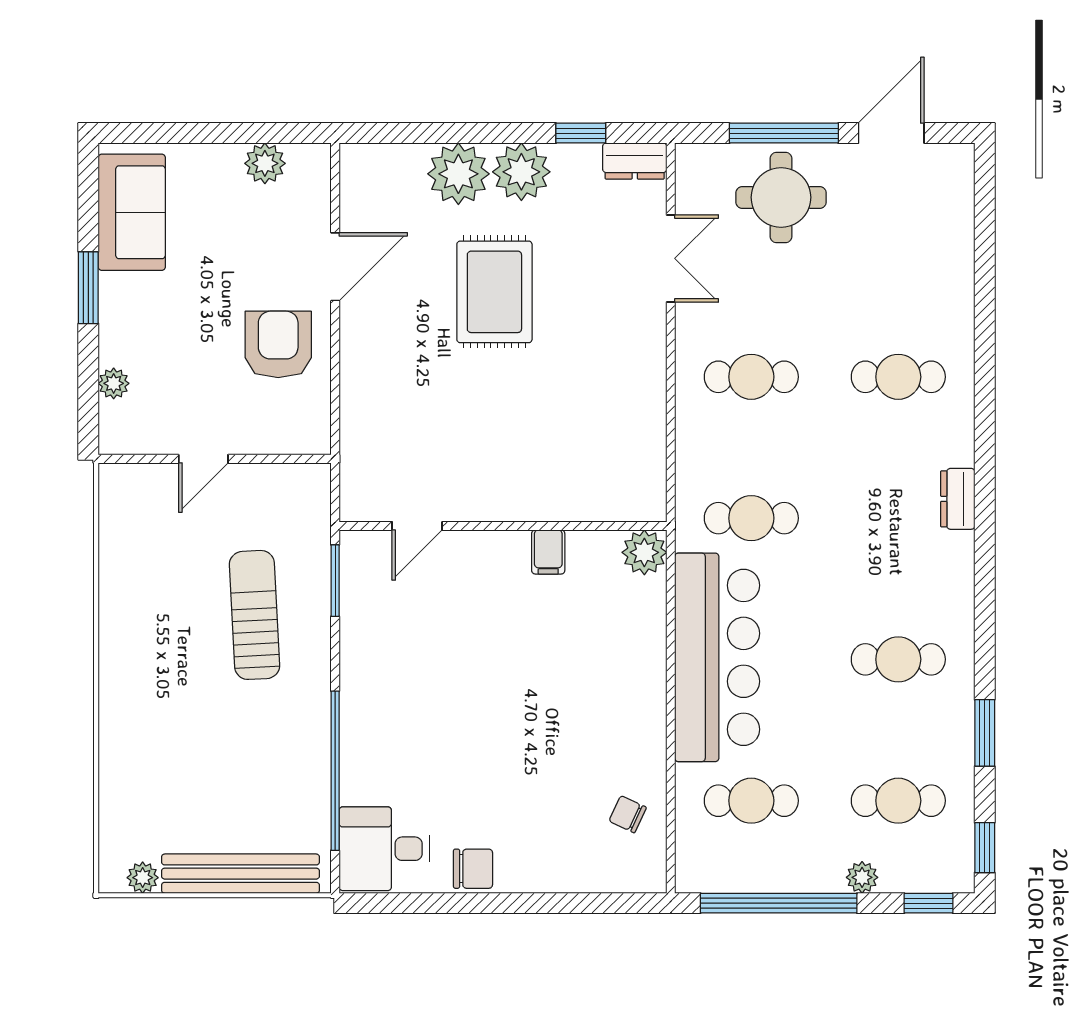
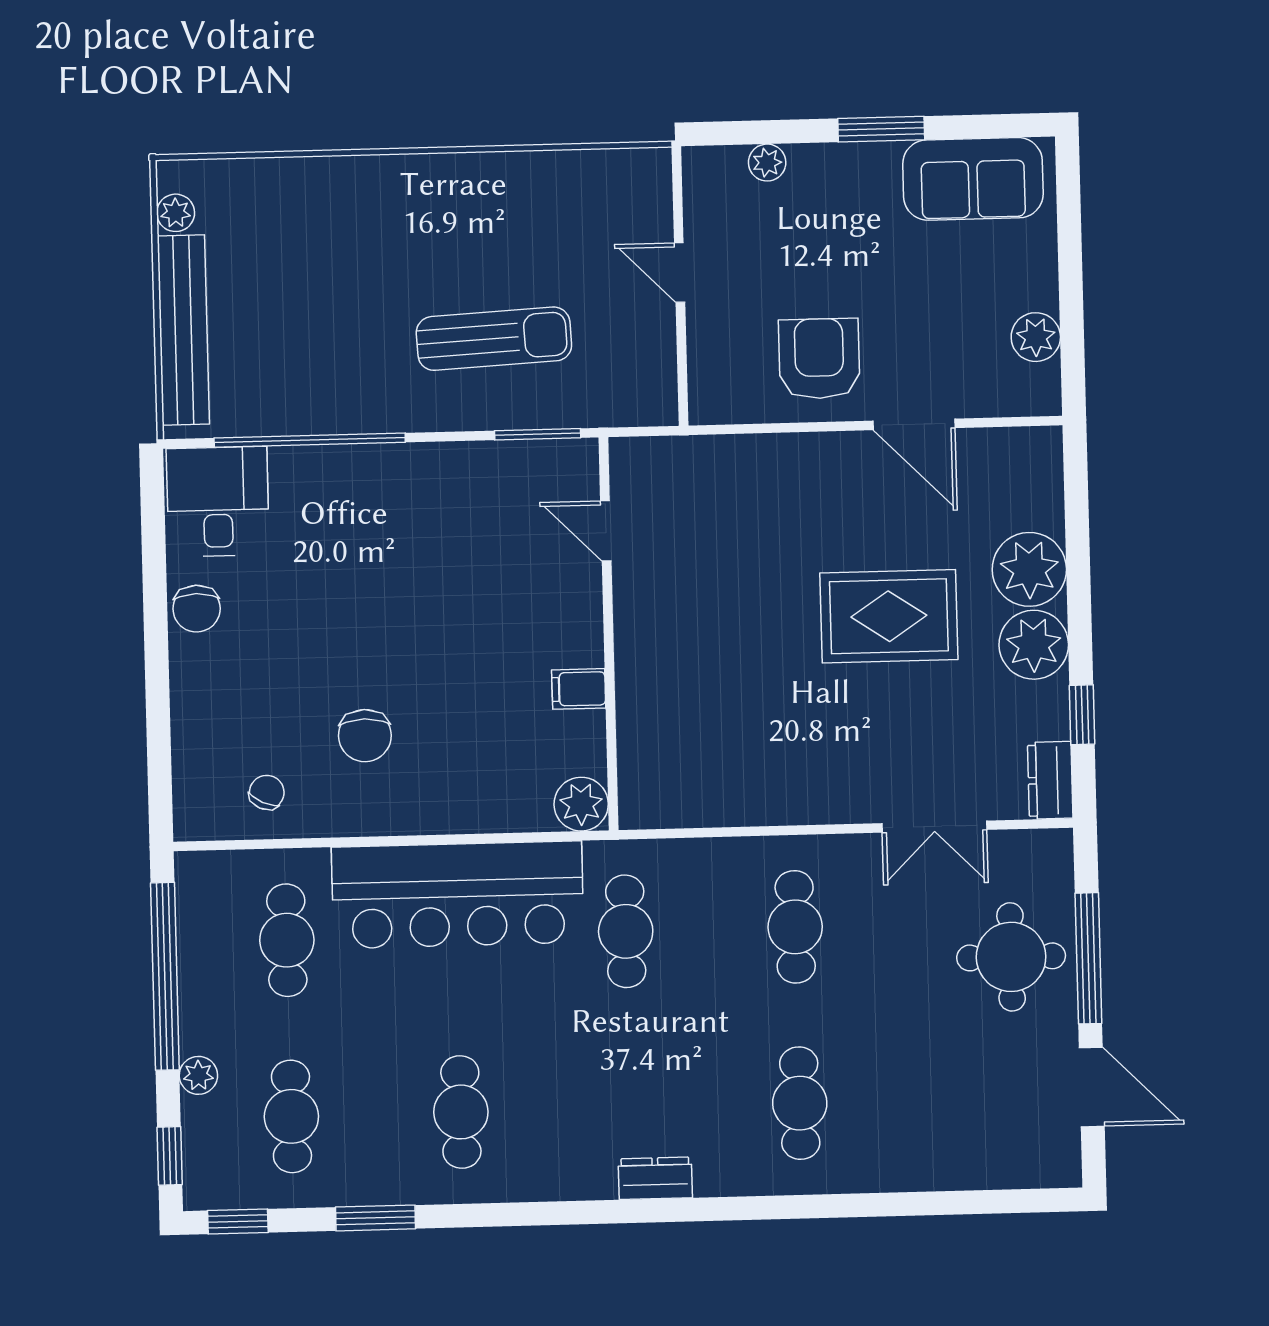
armchair: (278, 344) -> (819, 359), turned -90
chair: (582, 731) -> (365, 736), added

